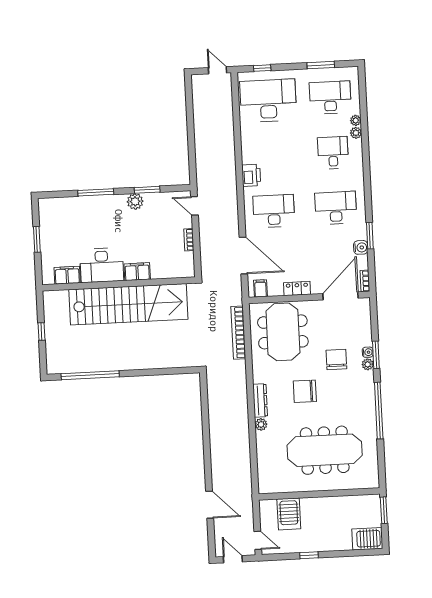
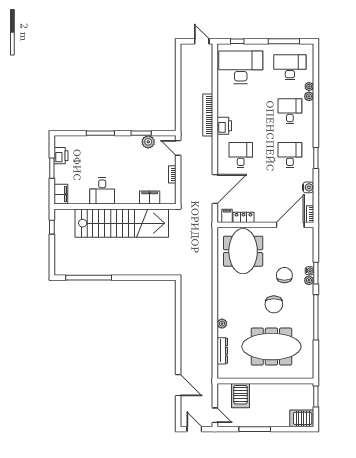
window: (321, 65) -> (284, 41), width x1.44
plant: (135, 201) -> (148, 142), moved
desk: (336, 208) -> (290, 155), width x0.73
desk: (274, 211) -> (241, 155), width x0.73
printer: (48, 223) -> (61, 156), added
window: (370, 236) -> (316, 158), moved
door: (243, 255) -> (215, 189), hinge flipped
desk: (102, 265) -> (102, 191), width x0.73
filing cabinet: (137, 272) -> (150, 198), moved
filing cabinet: (67, 275) -> (61, 194), moved, turned 90
locker: (297, 289) -> (243, 217), moved
window: (41, 331) -> (52, 227), moved
bookcase: (238, 333) -> (208, 115), moved
chair: (305, 391) -> (274, 304), moved, turned -90
dresser: (260, 400) -> (222, 351), moved
window: (309, 555) -> (255, 429), width x2.17

